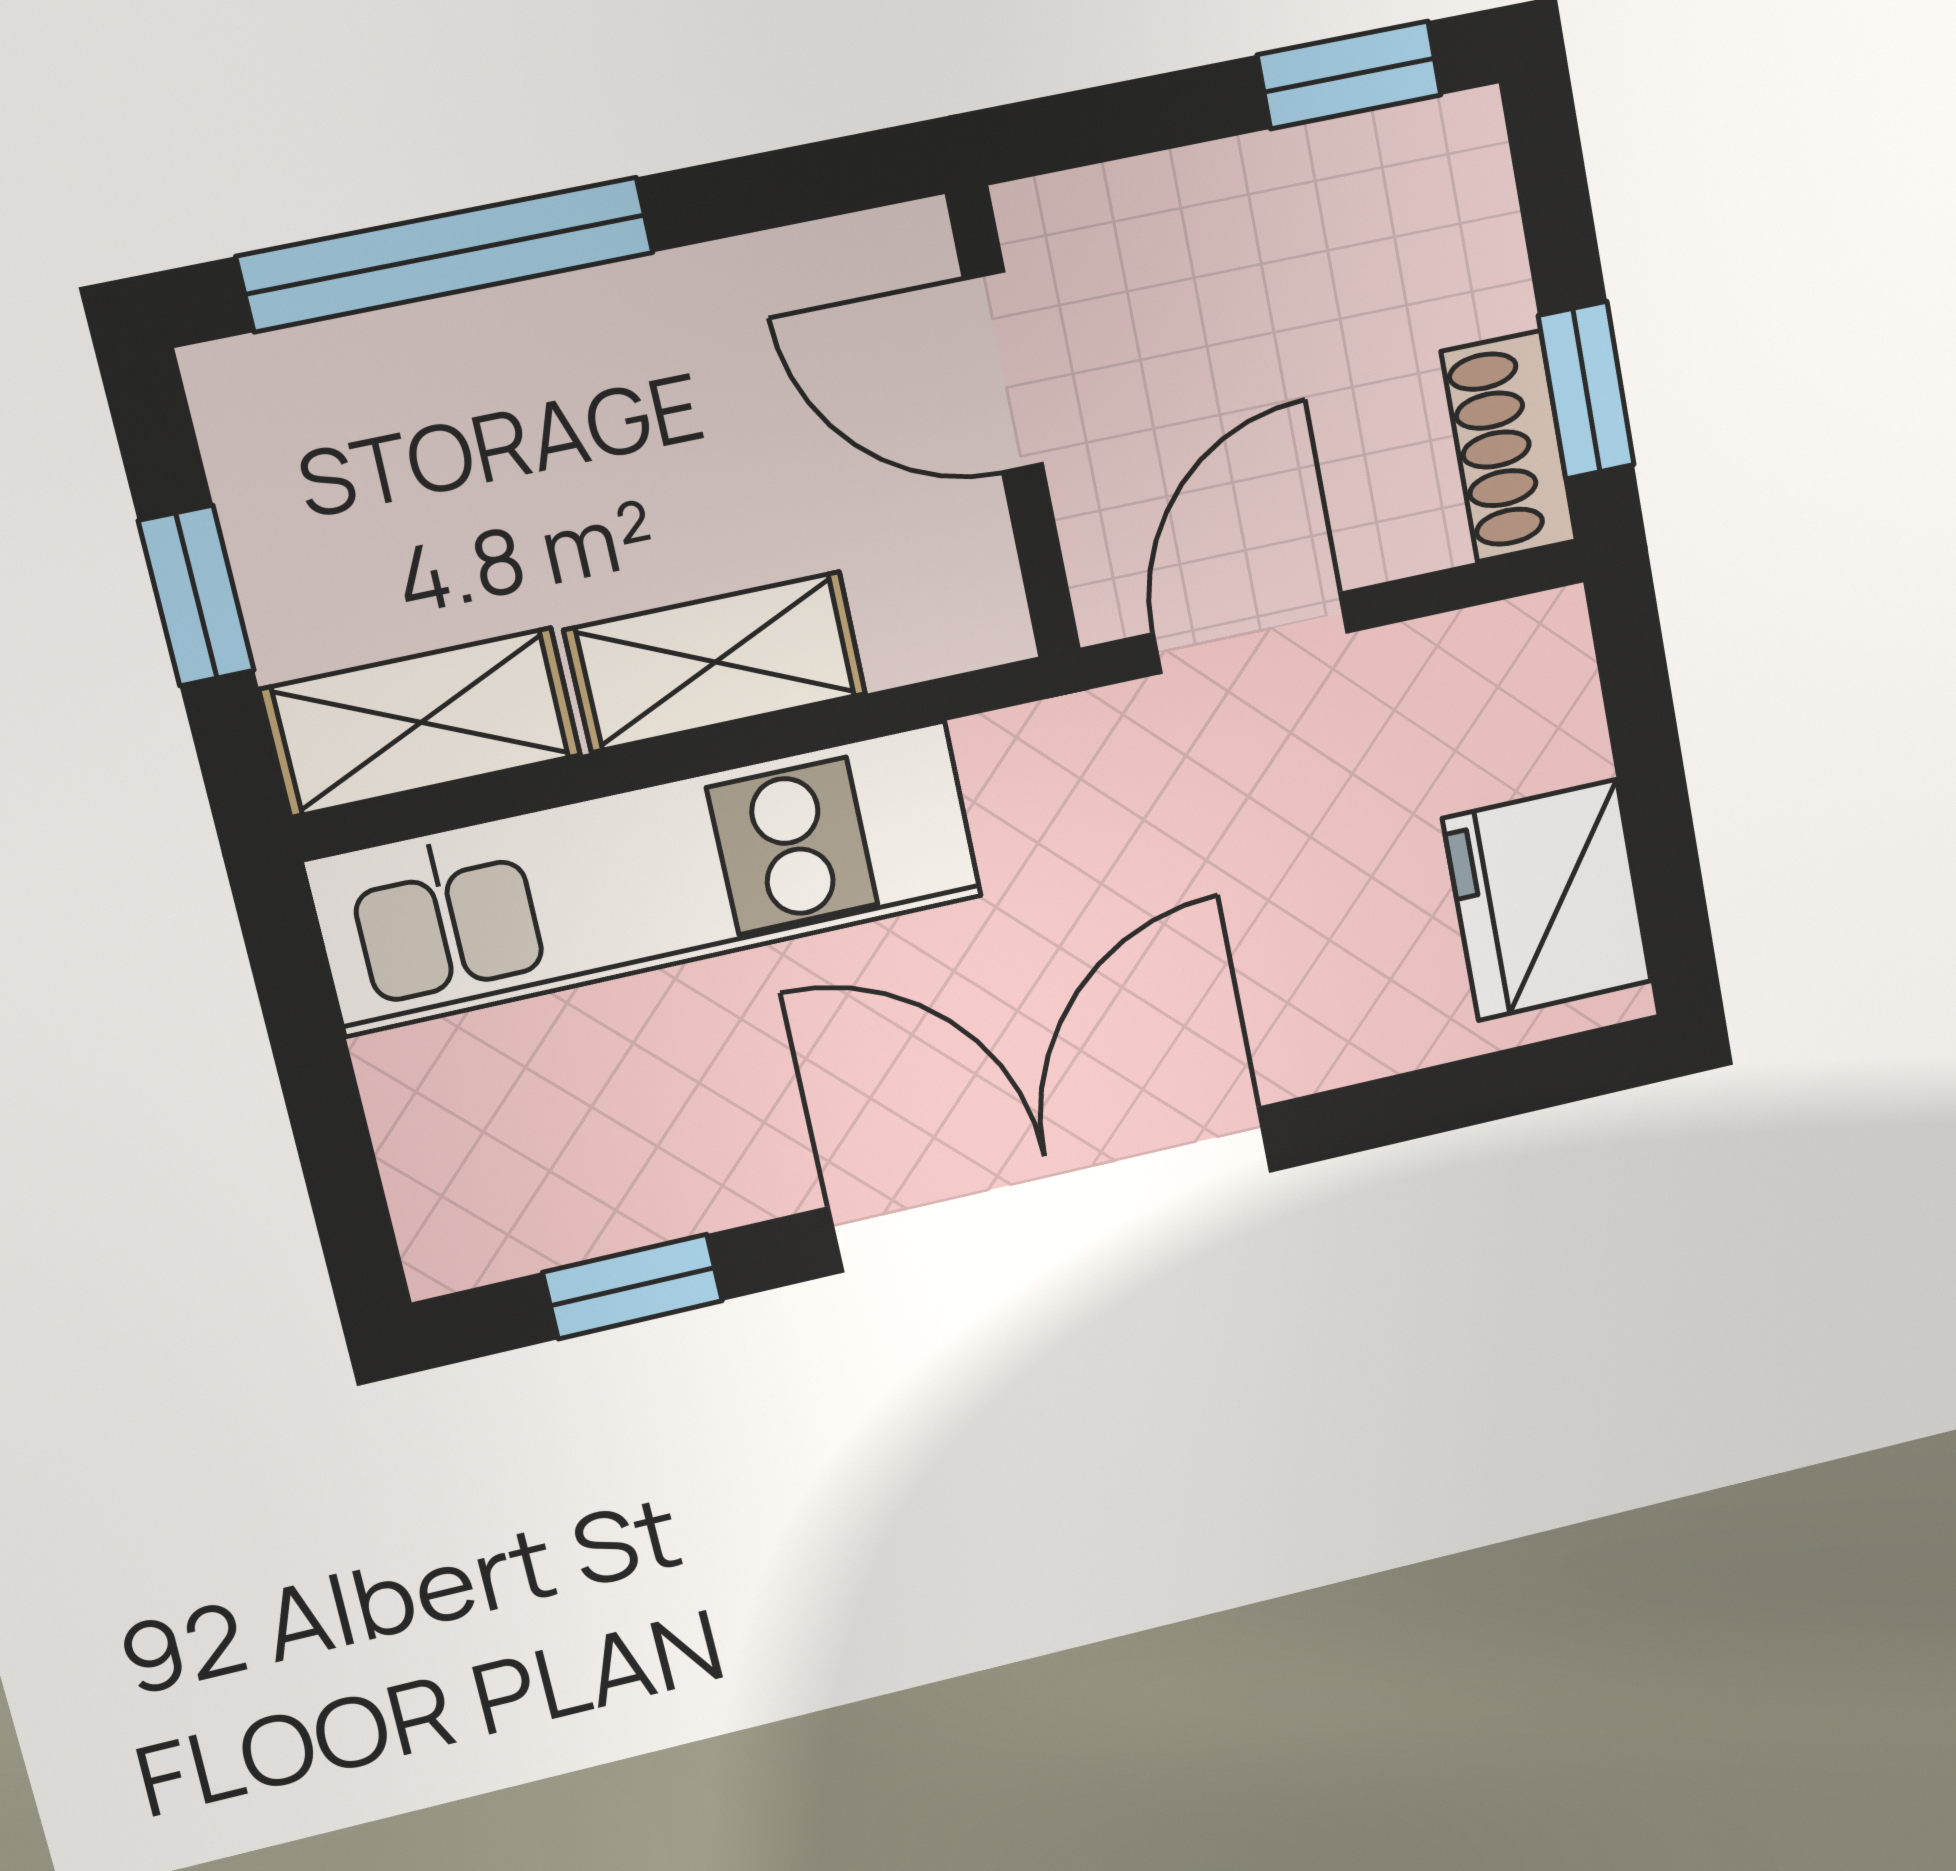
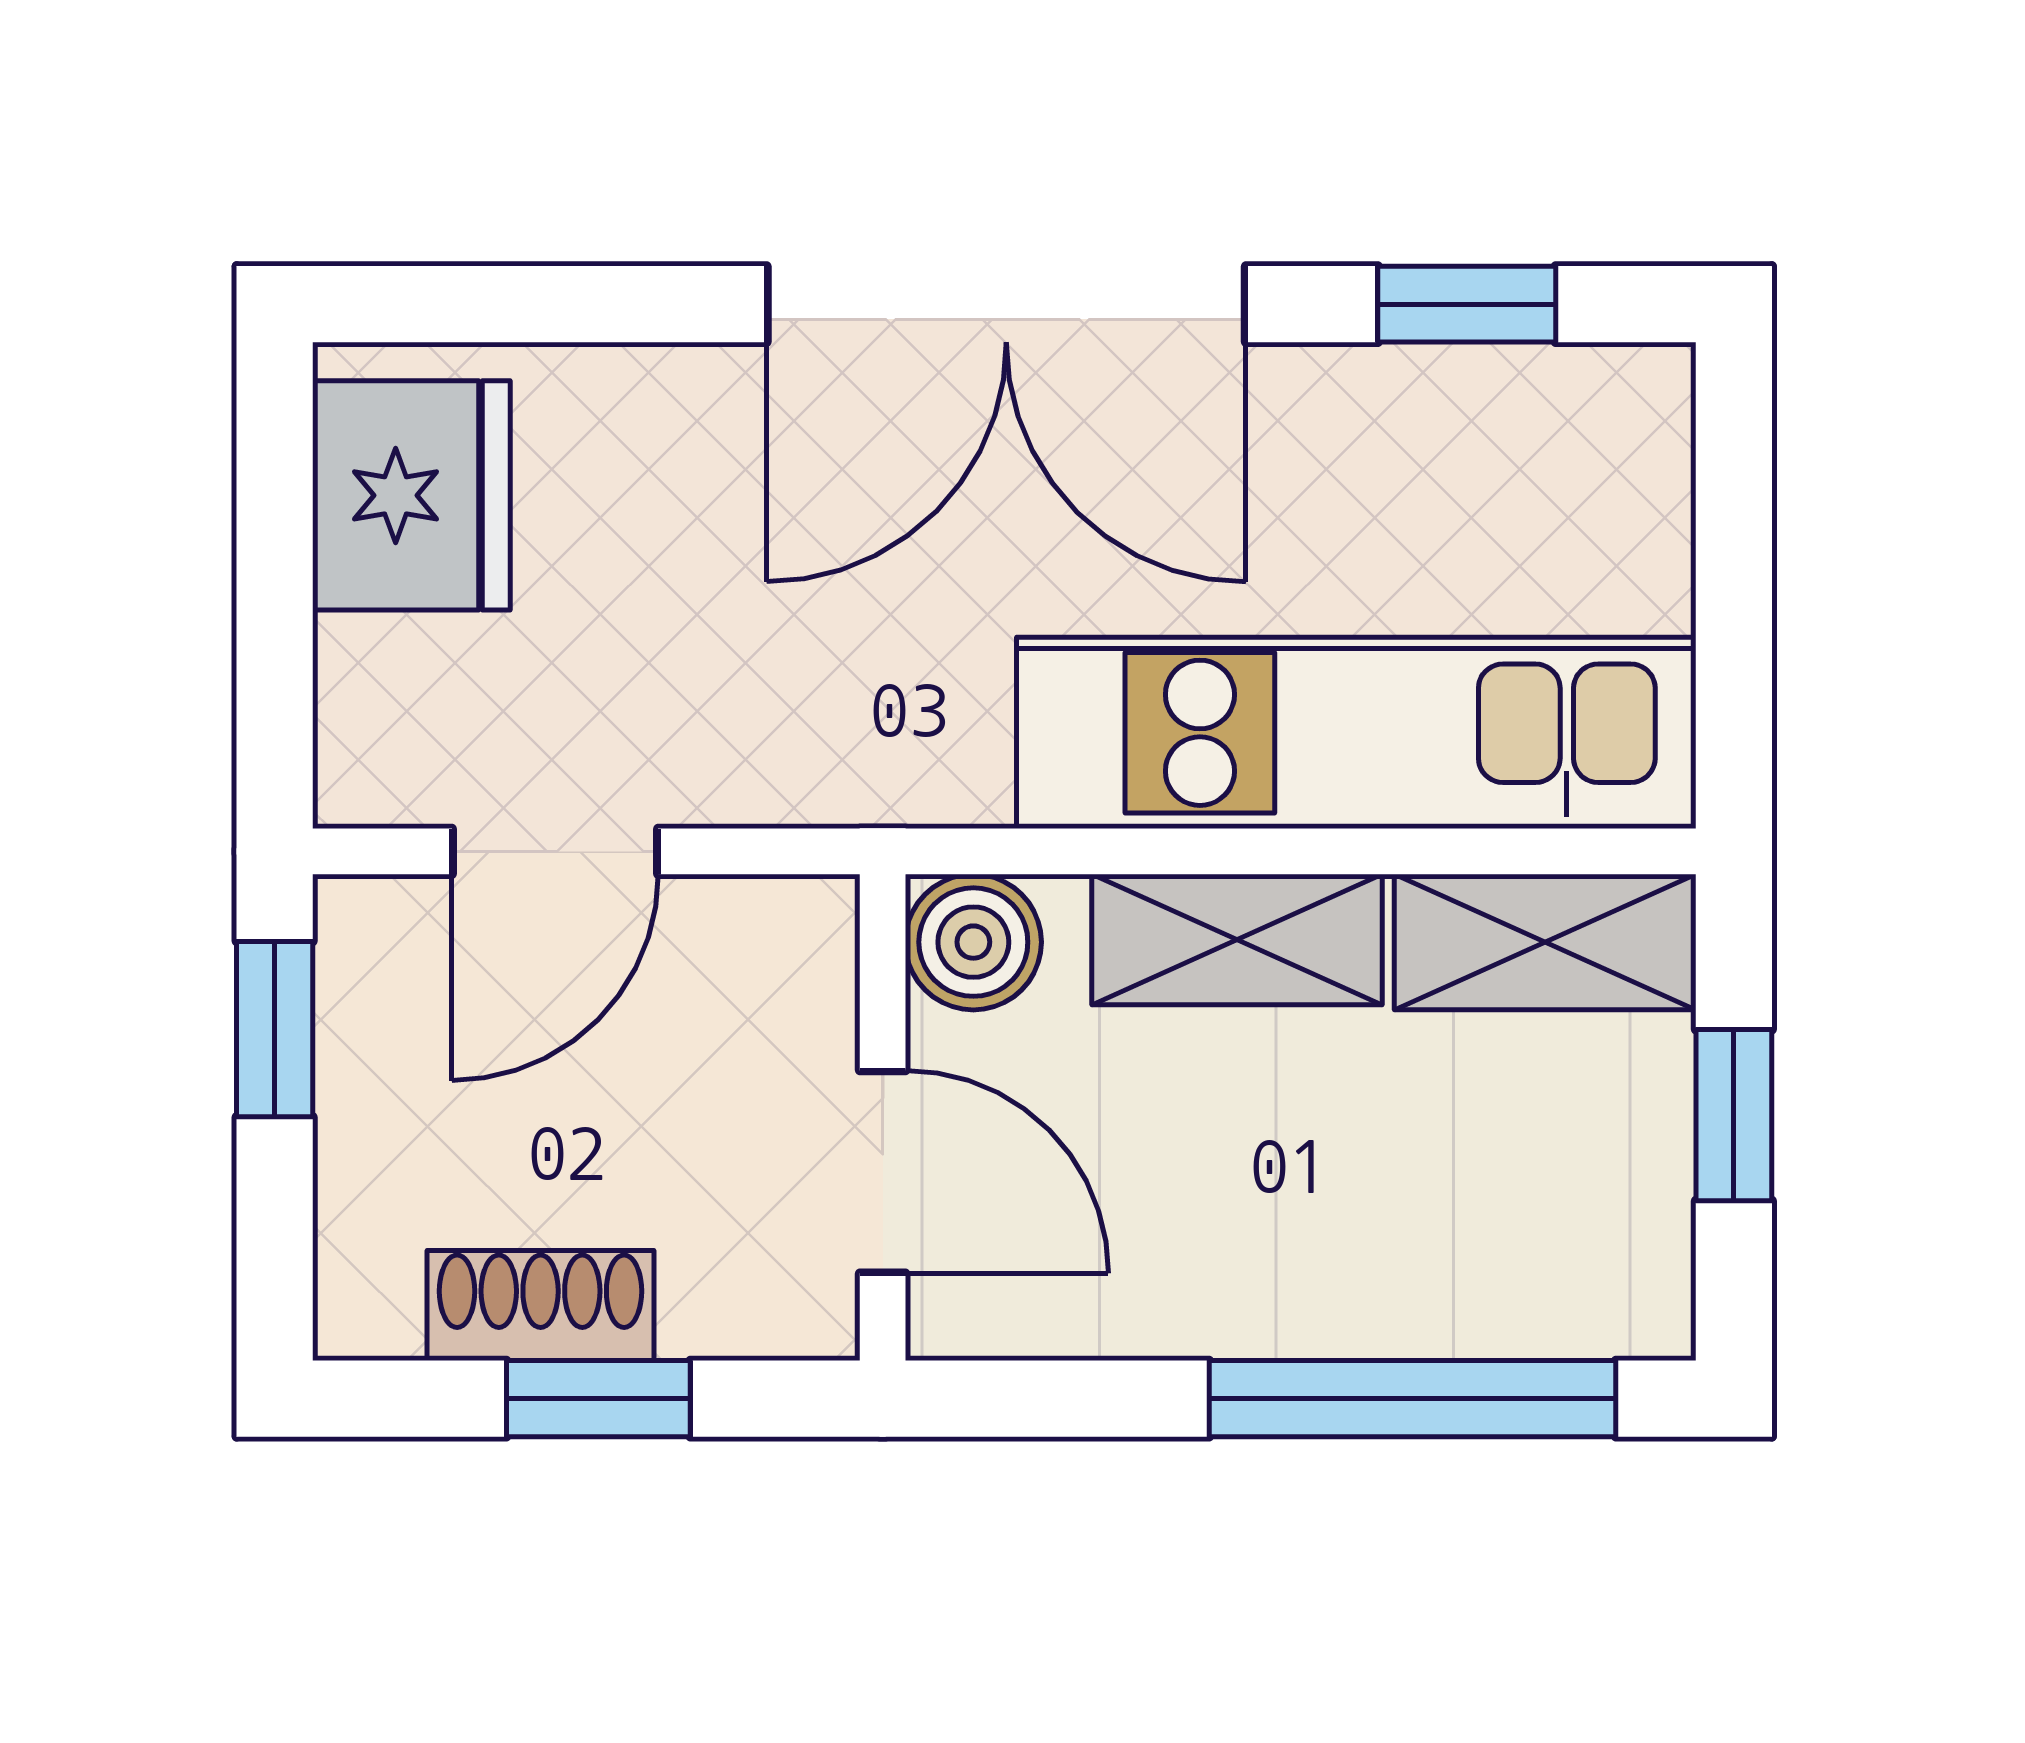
window: (1349, 75) -> (598, 1399), moved
shoe rack: (1509, 447) -> (541, 1306), moved, turned -90
boiler: (962, 607) -> (973, 942), added
door: (1251, 633) -> (555, 851), moved

